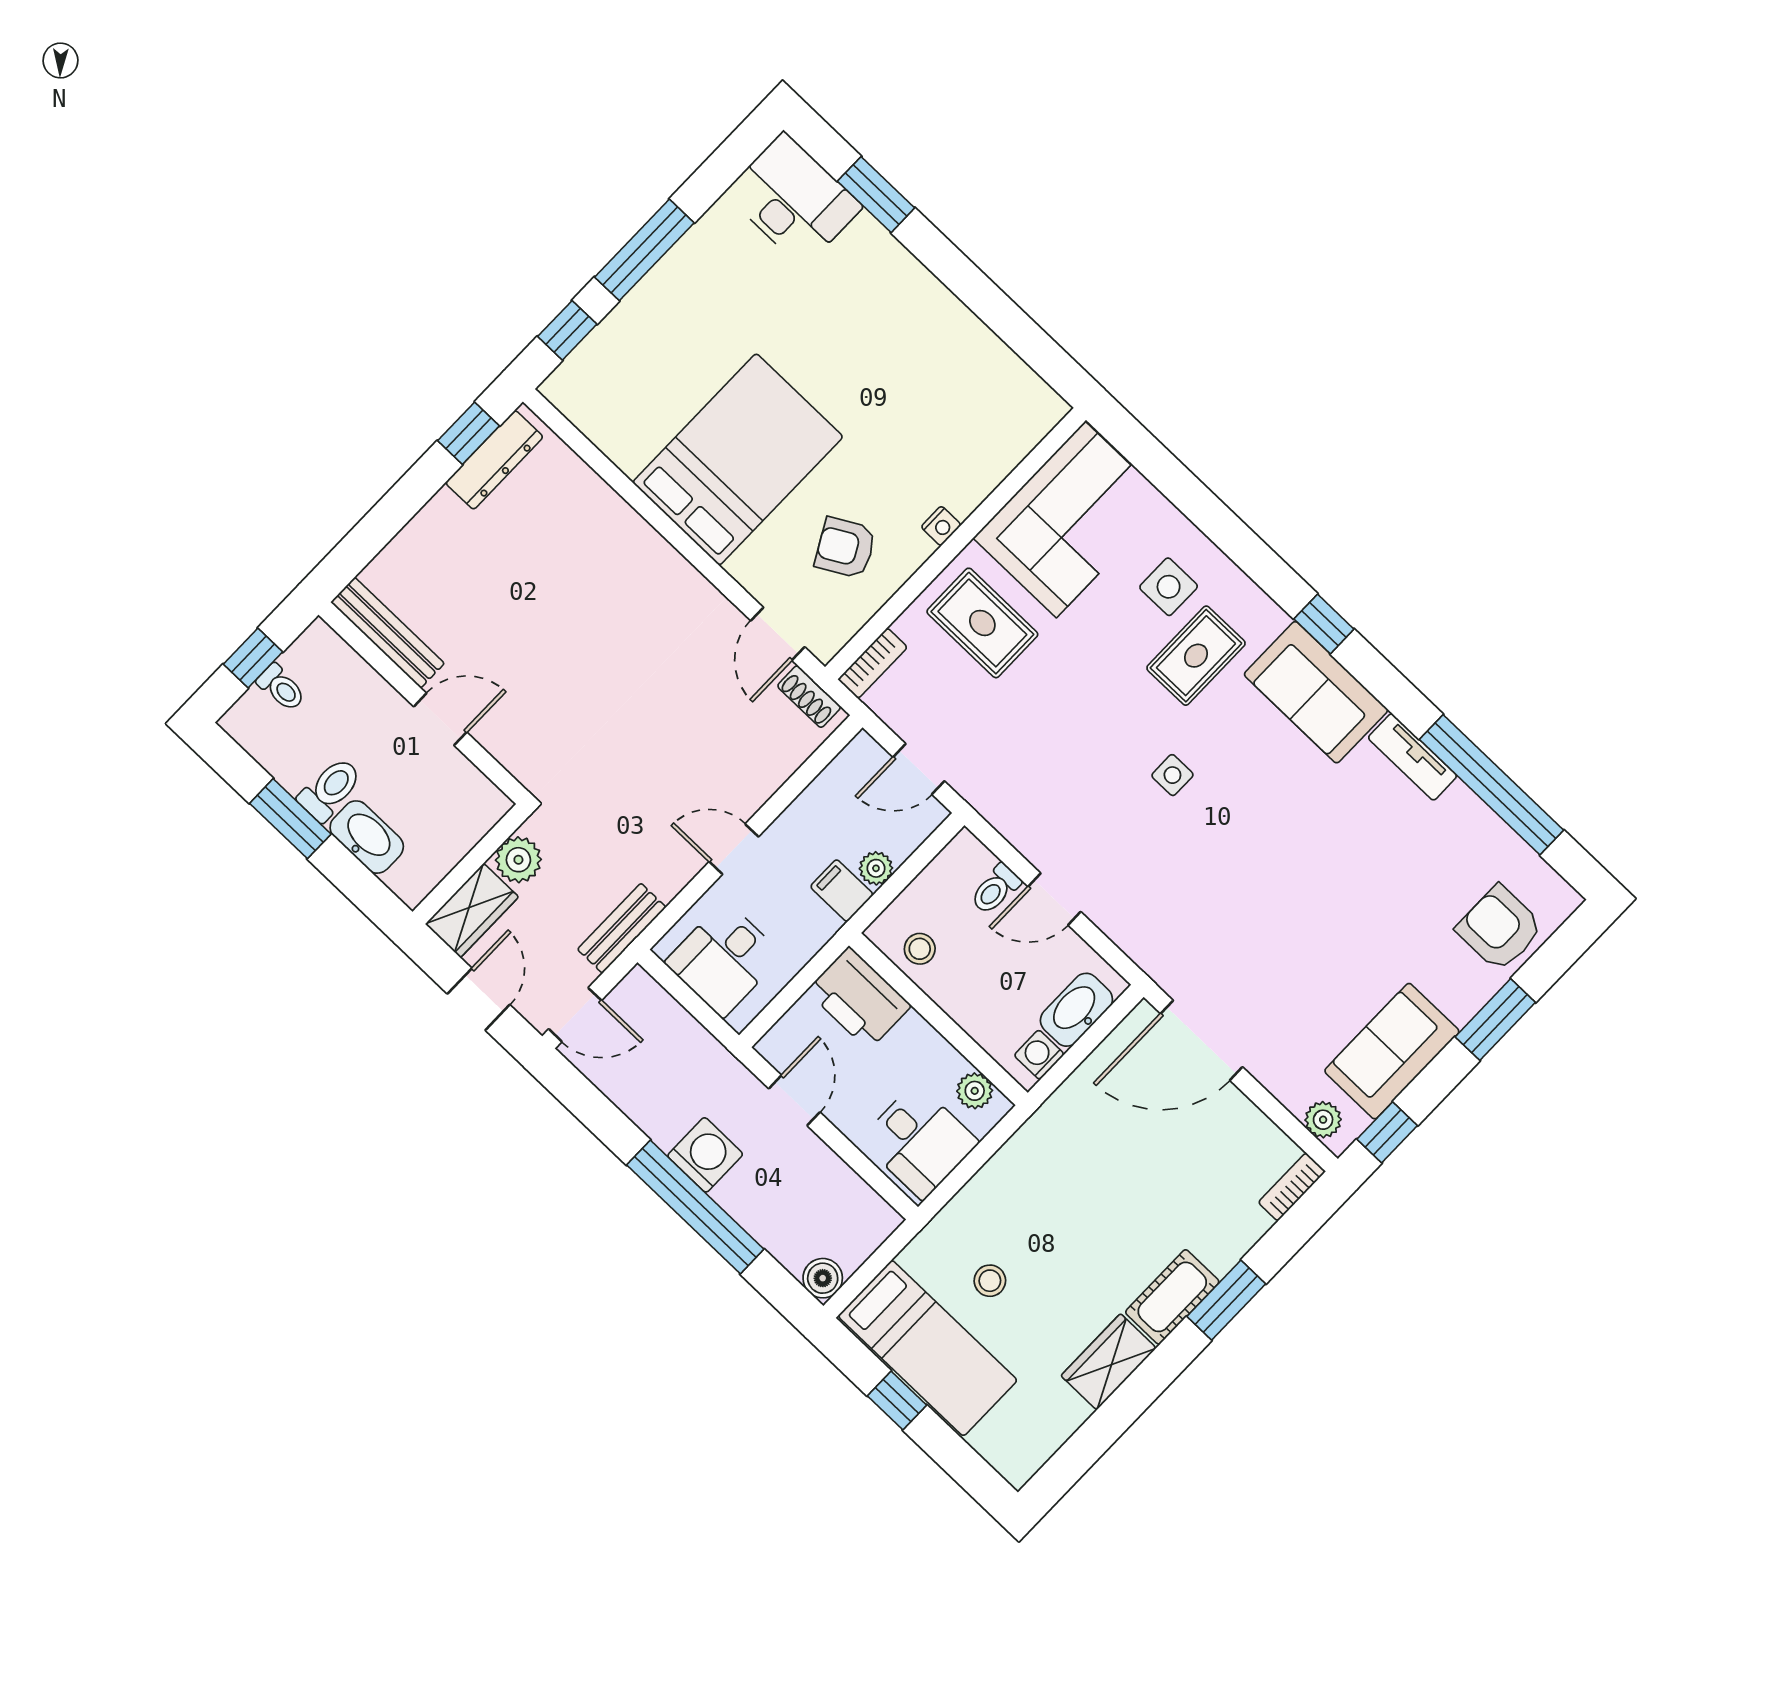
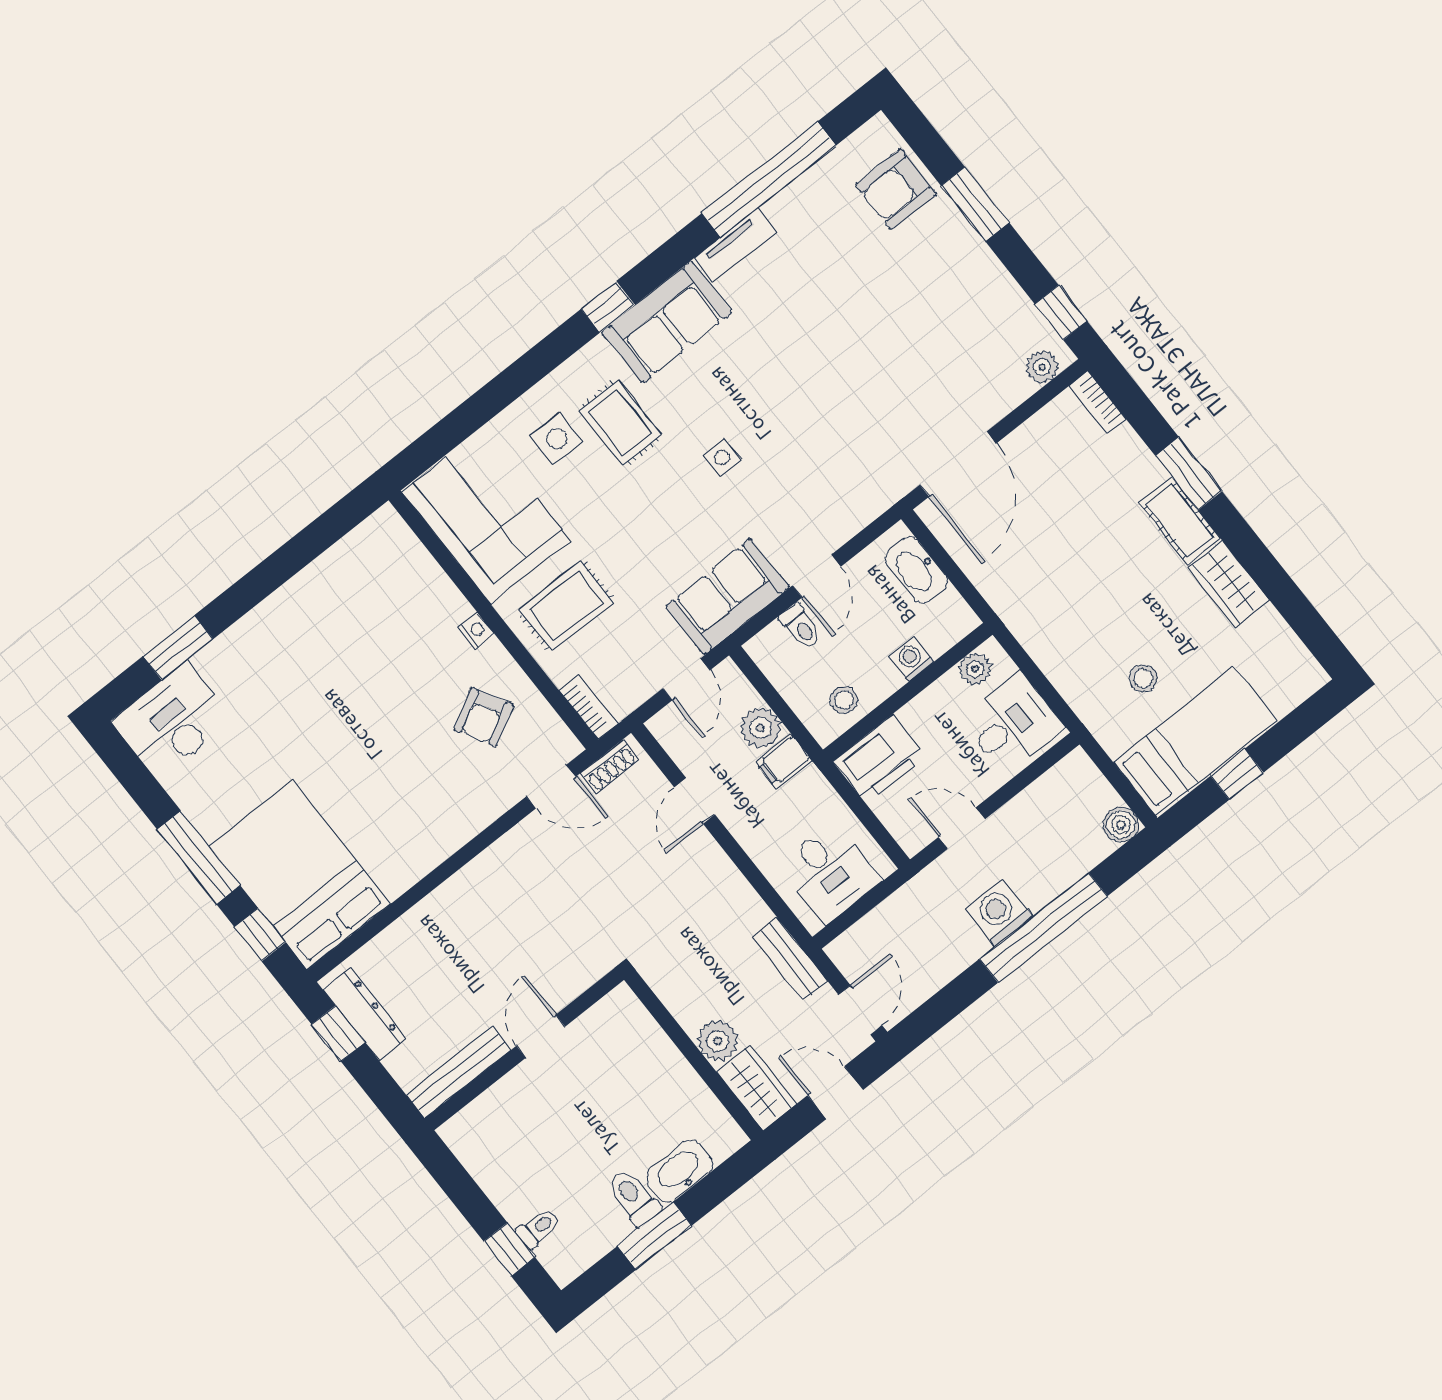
bed: (738, 459) -> (300, 875), moved
bench: (388, 633) -> (459, 1072), moved
wall: (423, 703) -> (524, 1049), moved
door: (440, 719) -> (541, 1036), moved
door: (734, 849) -> (695, 801), moved
plant: (876, 868) -> (760, 728), width x1.38, depth x1.38
sofa: (1392, 1051) -> (727, 597), moved, turned 90
washing machine: (1039, 1055) -> (912, 659), moved, turned 90

